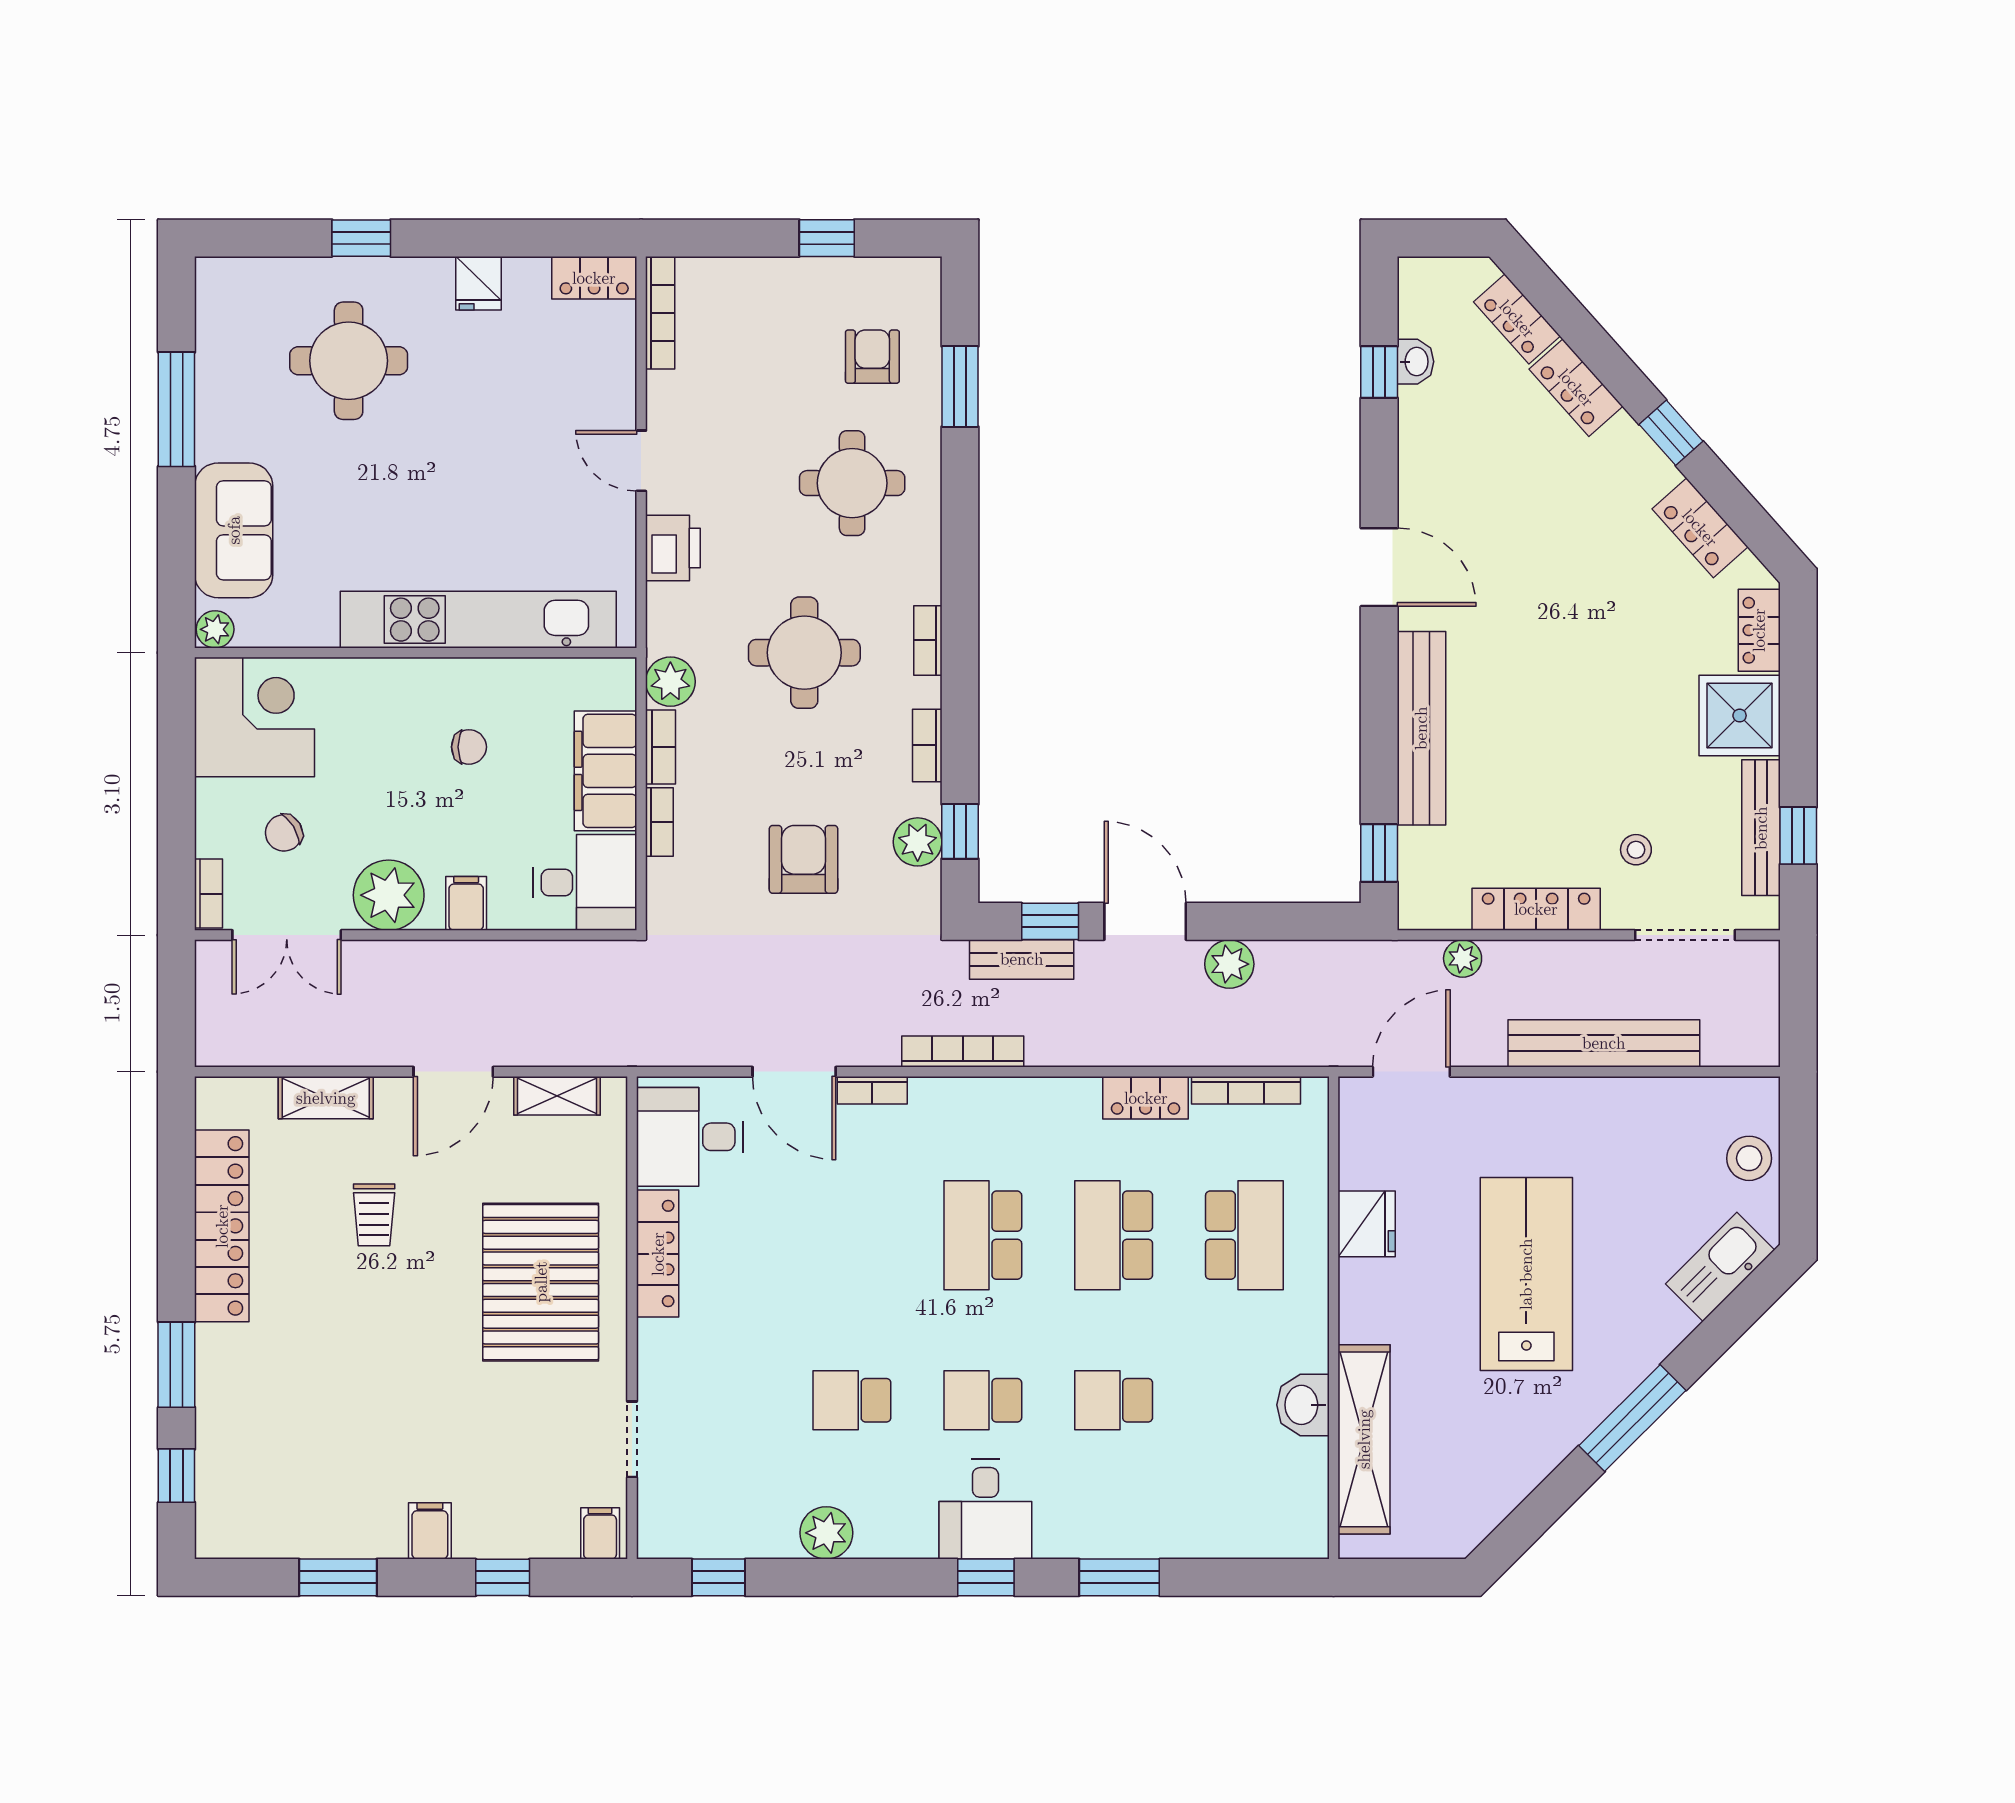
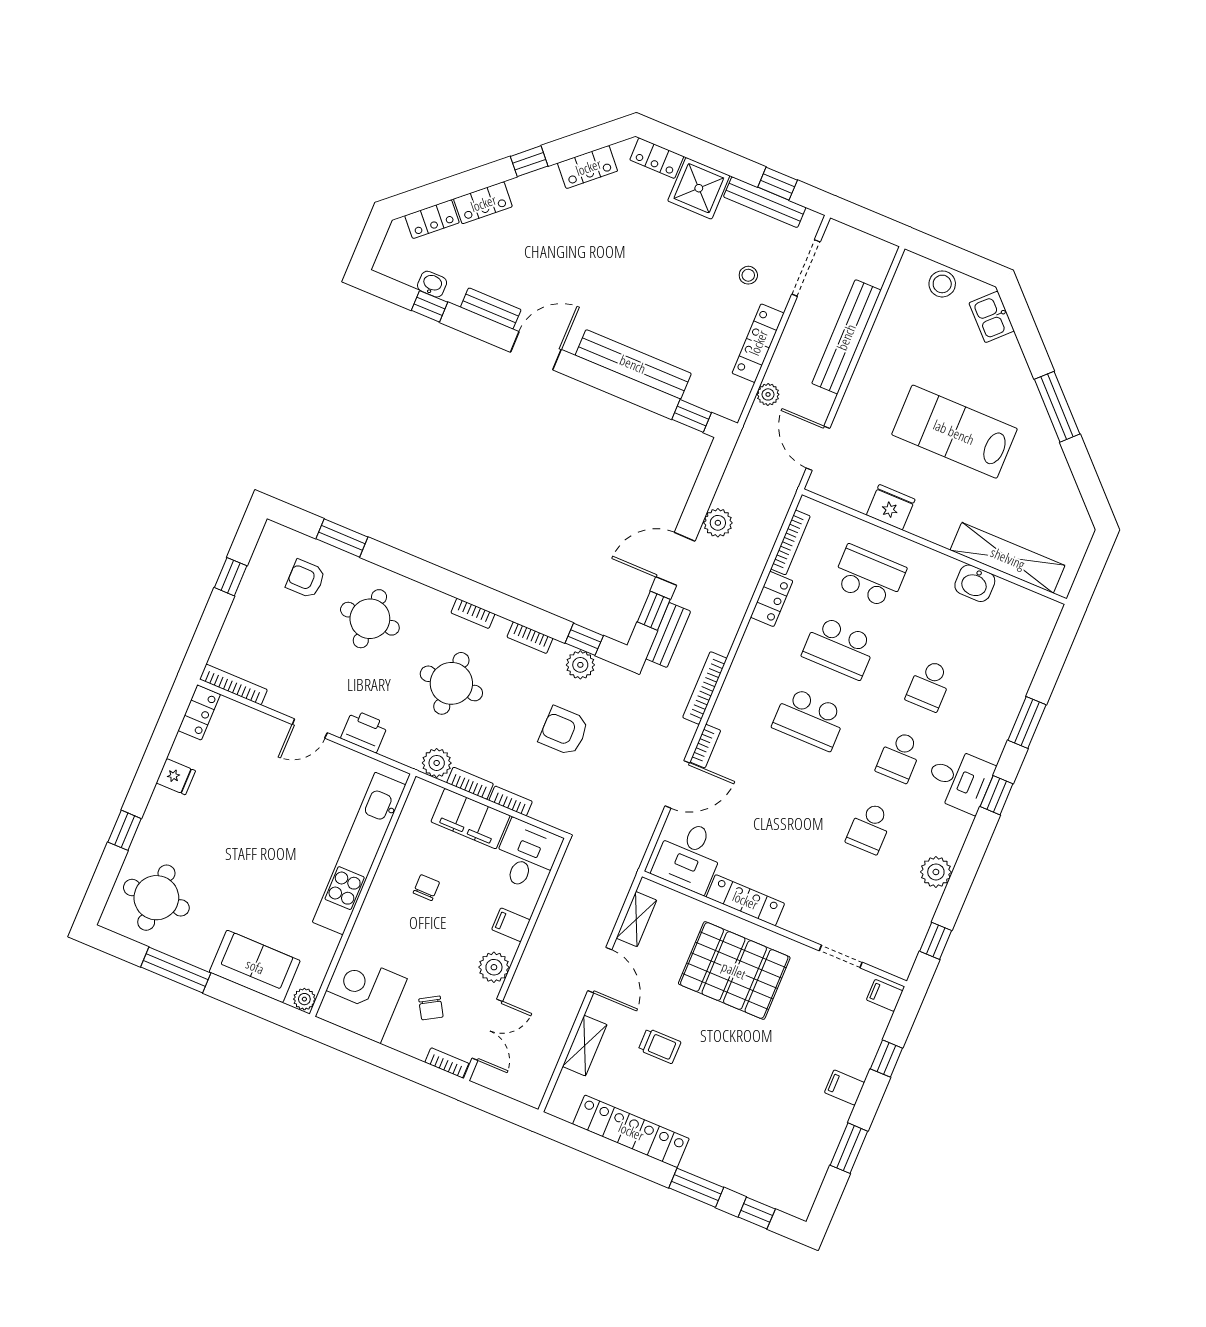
round table: (349, 361) -> (156, 898), moved
bench: (1416, 469) -> (491, 308), added
plant: (389, 895) -> (494, 967), width x0.73, depth x0.73
kitchen sink: (1720, 1267) -> (992, 317), width x0.73

